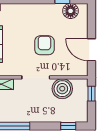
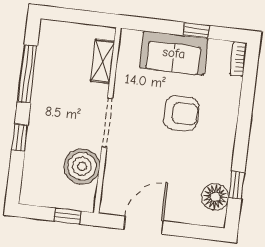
armchair: (44, 45) -> (181, 113), moved
window: (68, 126) -> (20, 138), moved

